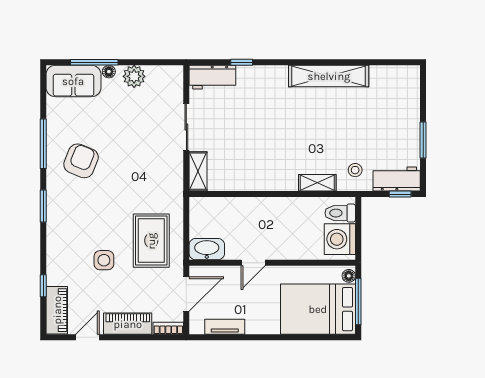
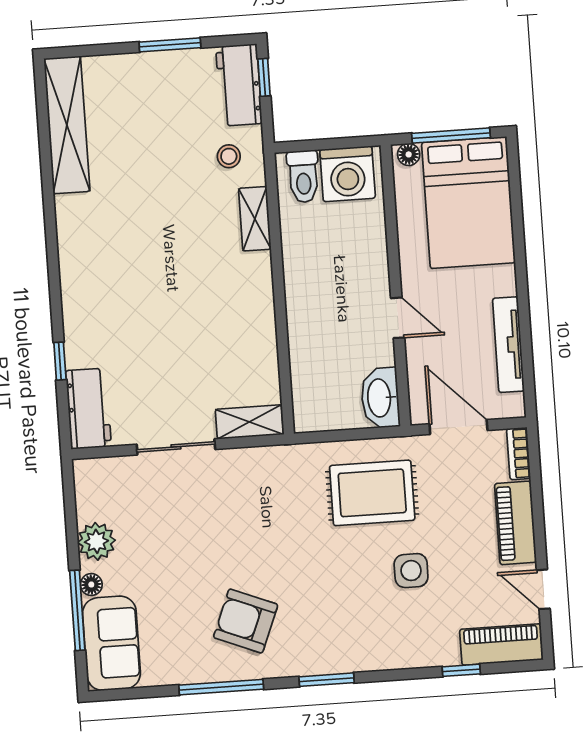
shelving: (329, 76) -> (67, 125), moved
tv unit: (225, 327) -> (508, 345), width x1.41

